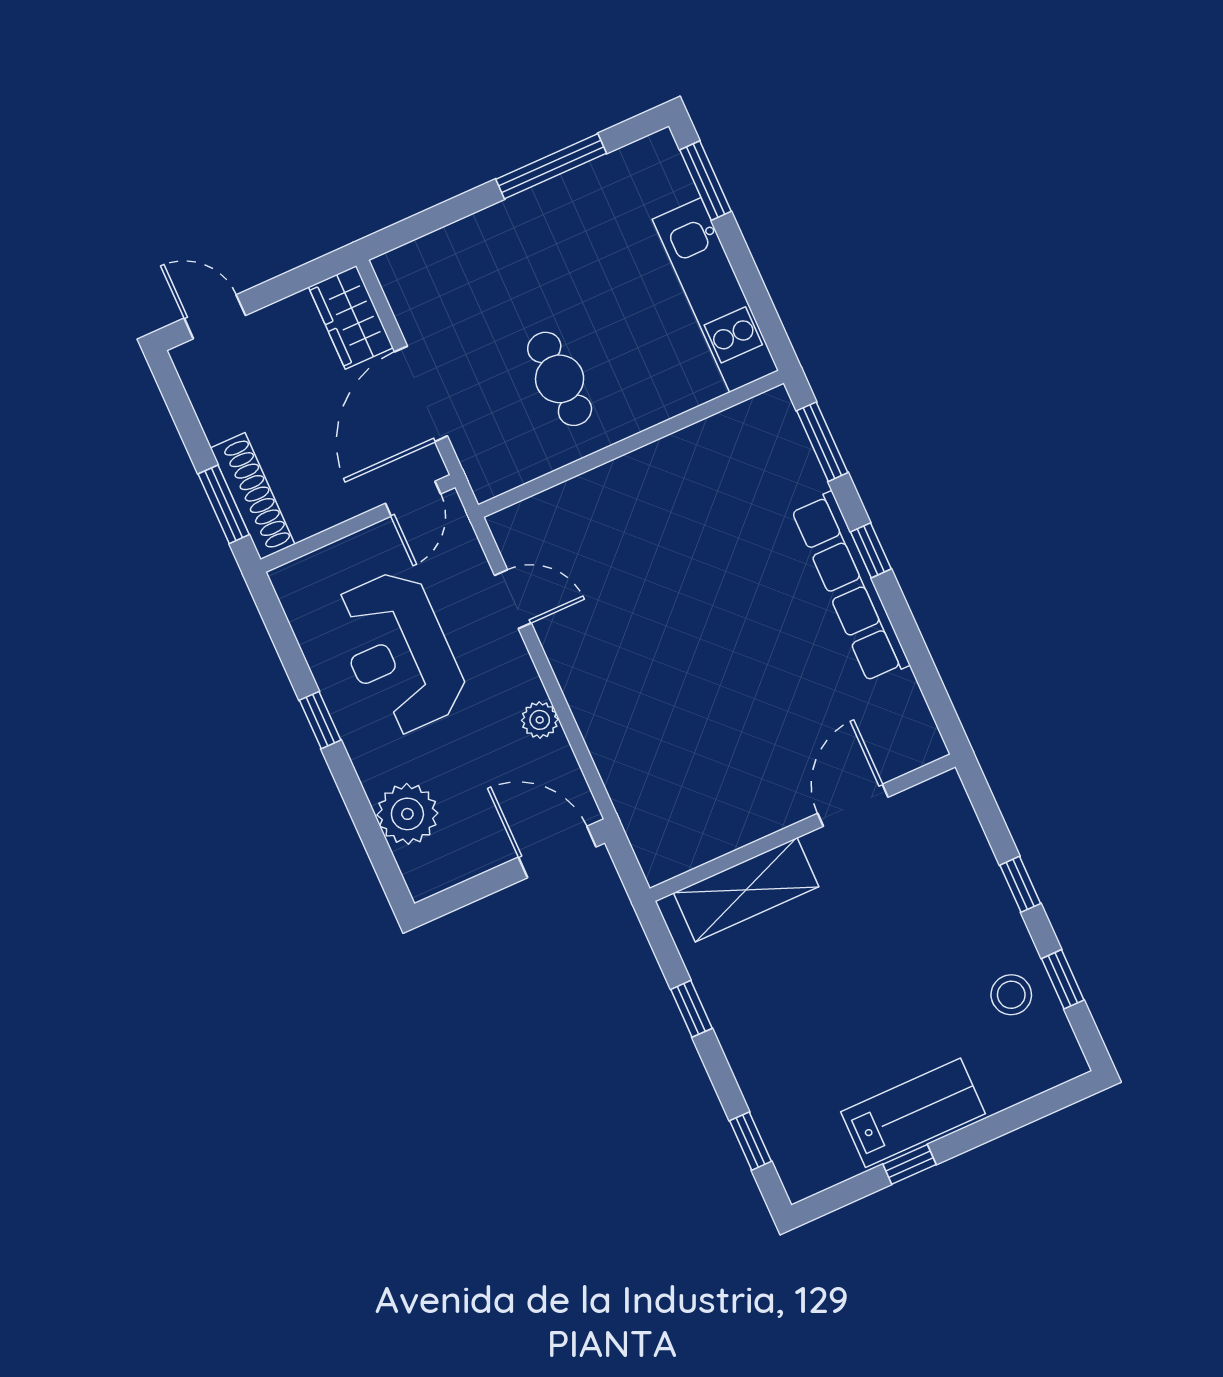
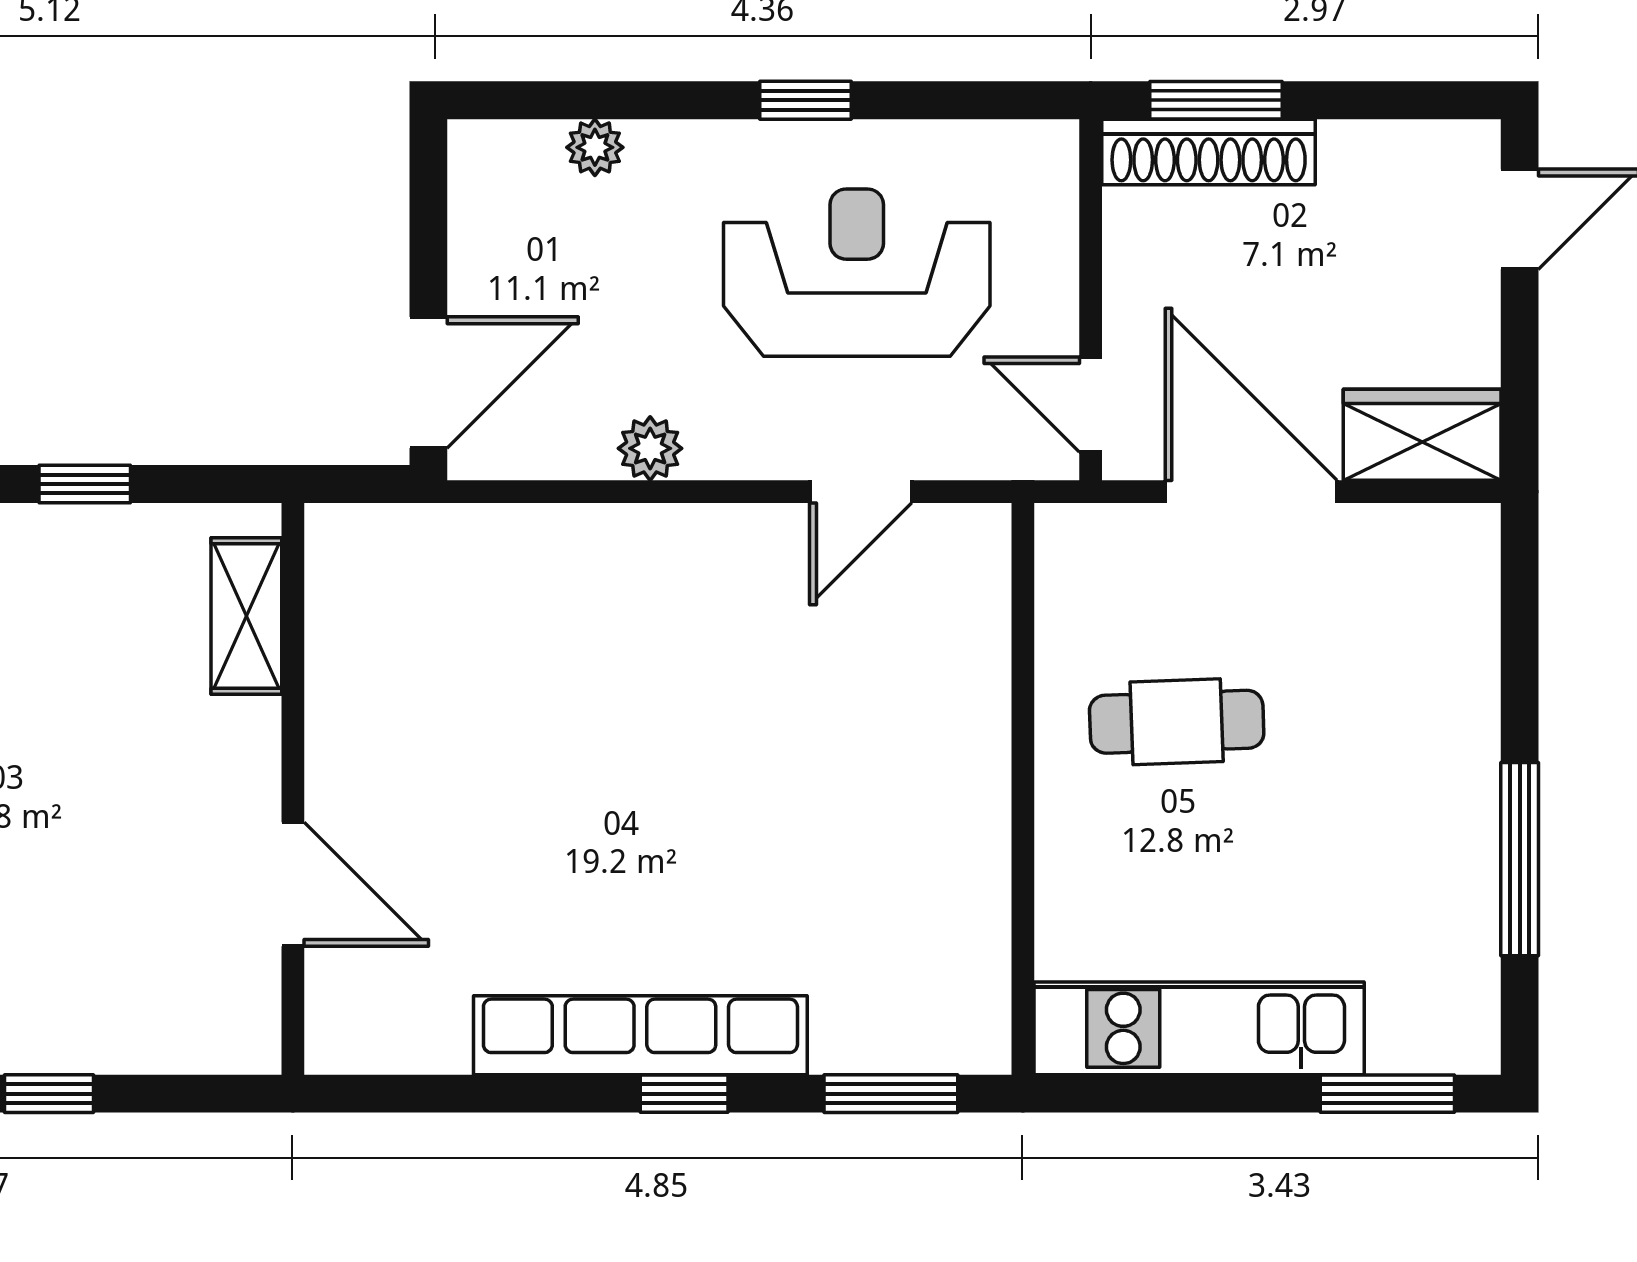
plant: (407, 814) -> (595, 147), width x0.53, depth x0.53
shelving: (746, 890) -> (246, 616), width x0.67, depth x0.75

